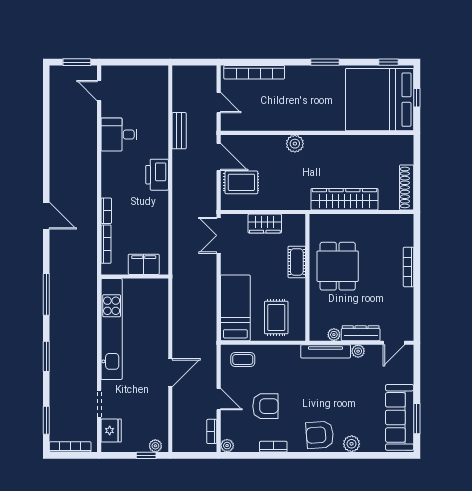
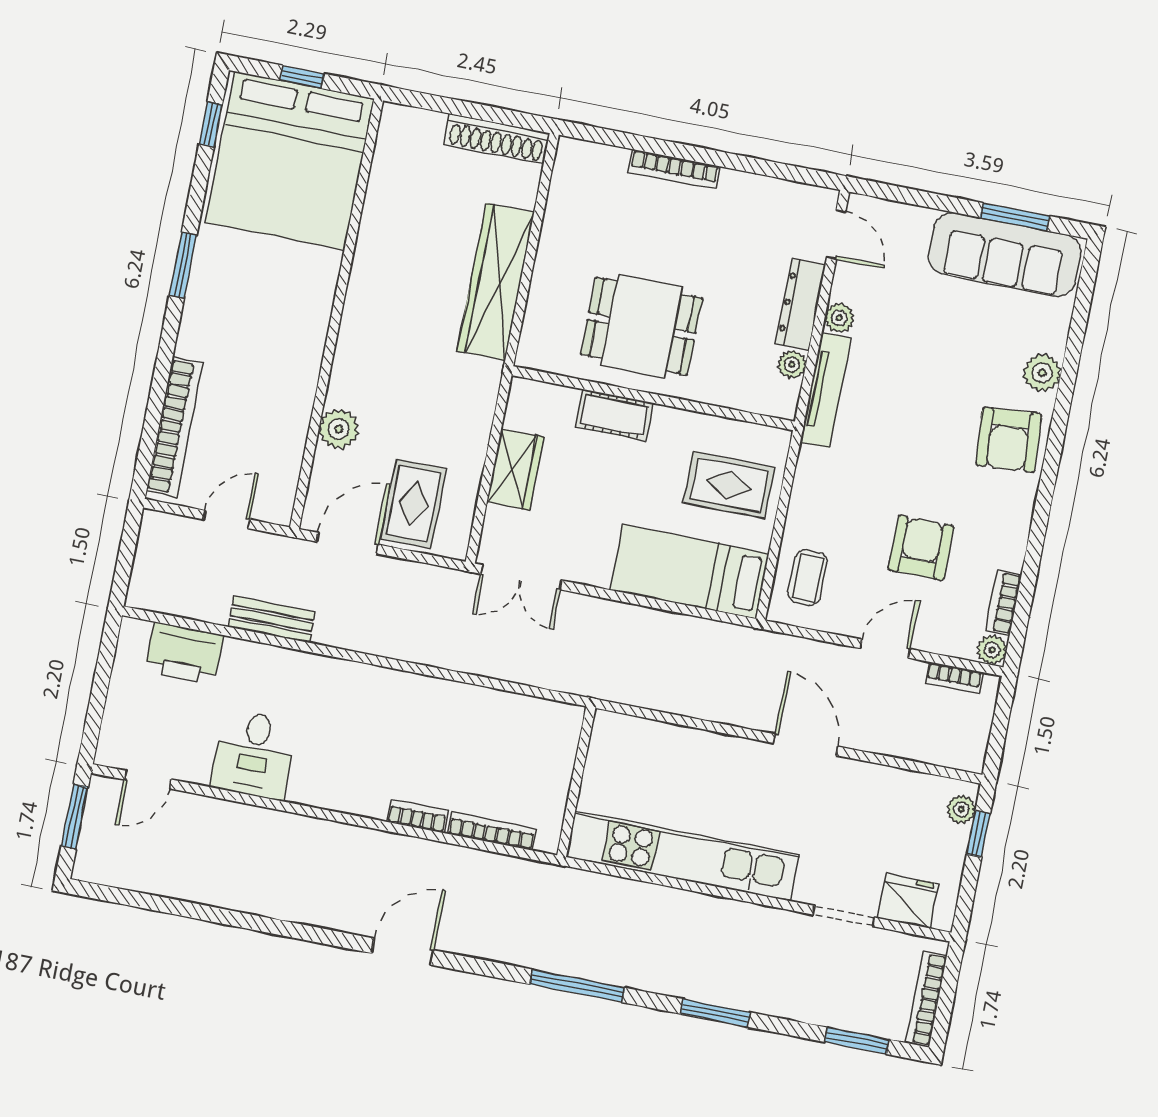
plant: (295, 144) -> (339, 429), moved
printer: (157, 175) -> (184, 653), moved
filing cabinet: (144, 264) -> (553, 756), removed
bookcase: (273, 447) -> (1004, 603), moved

